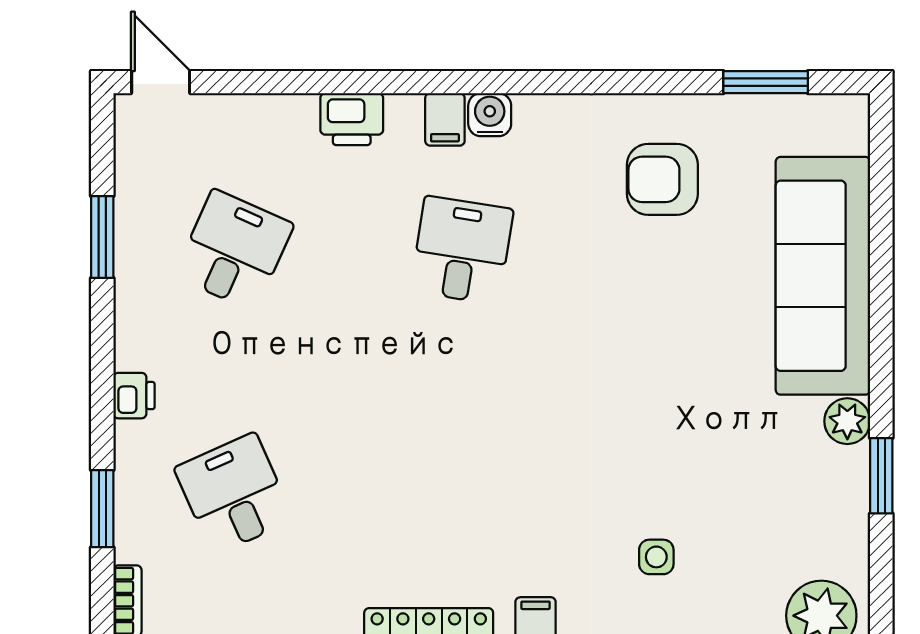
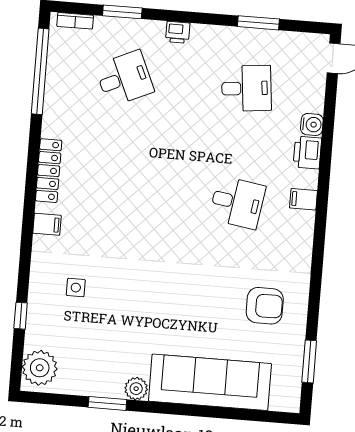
water cooler: (490, 115) -> (312, 124), moved
armchair: (662, 179) -> (265, 306), turned 90
desk: (234, 250) -> (246, 88), turned -30

